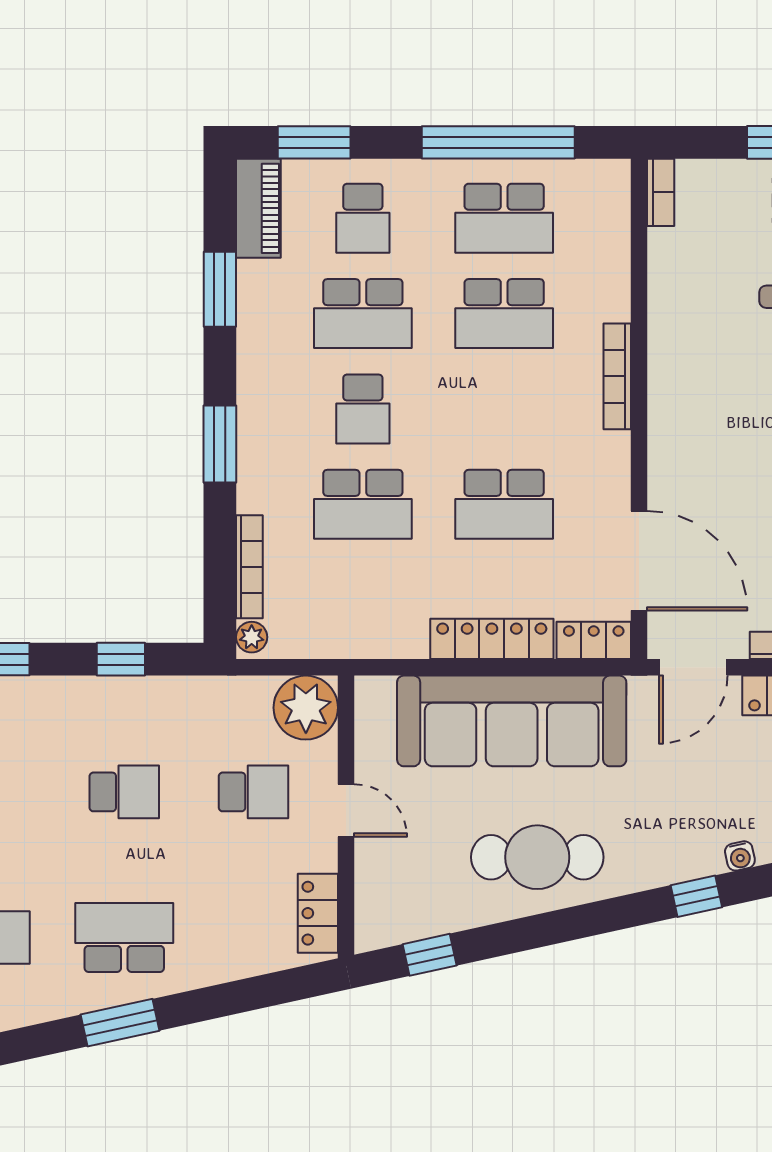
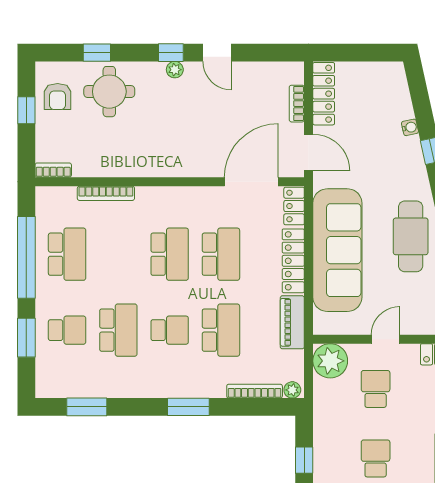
window: (314, 142) -> (26, 338), moved
piano: (258, 208) -> (292, 322), moved, turned -90
window: (220, 289) -> (87, 407), moved
school desk: (504, 314) -> (170, 254), moved
bookcase: (617, 376) -> (106, 193), moved

